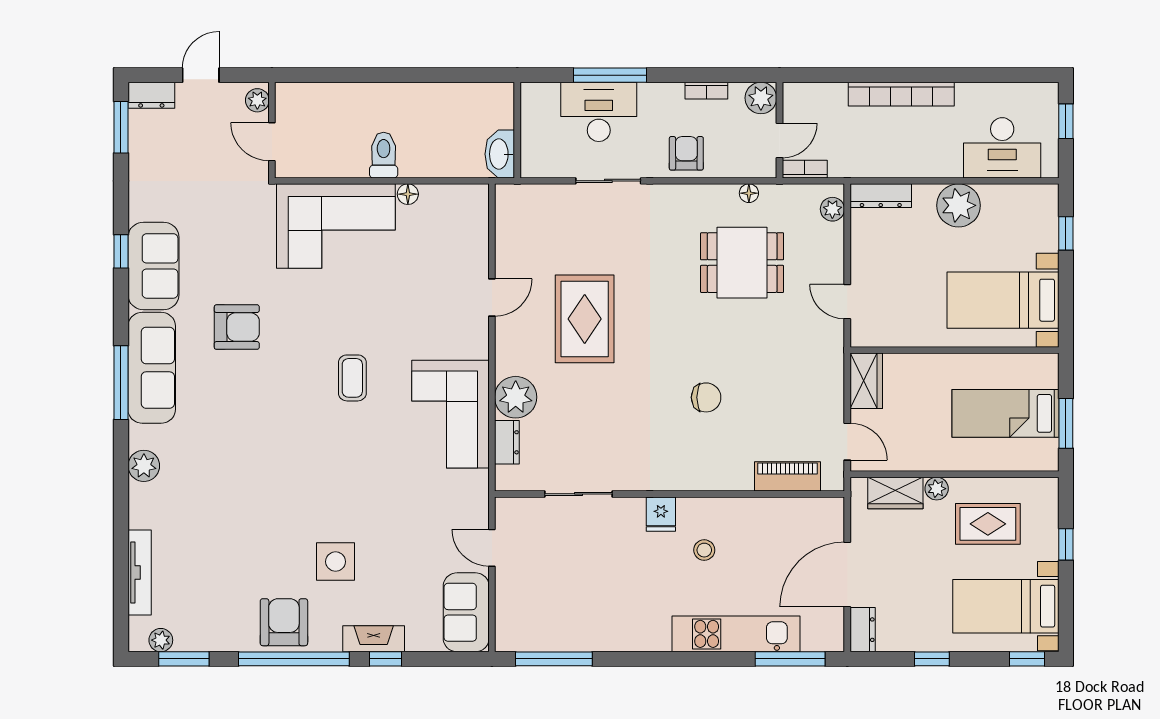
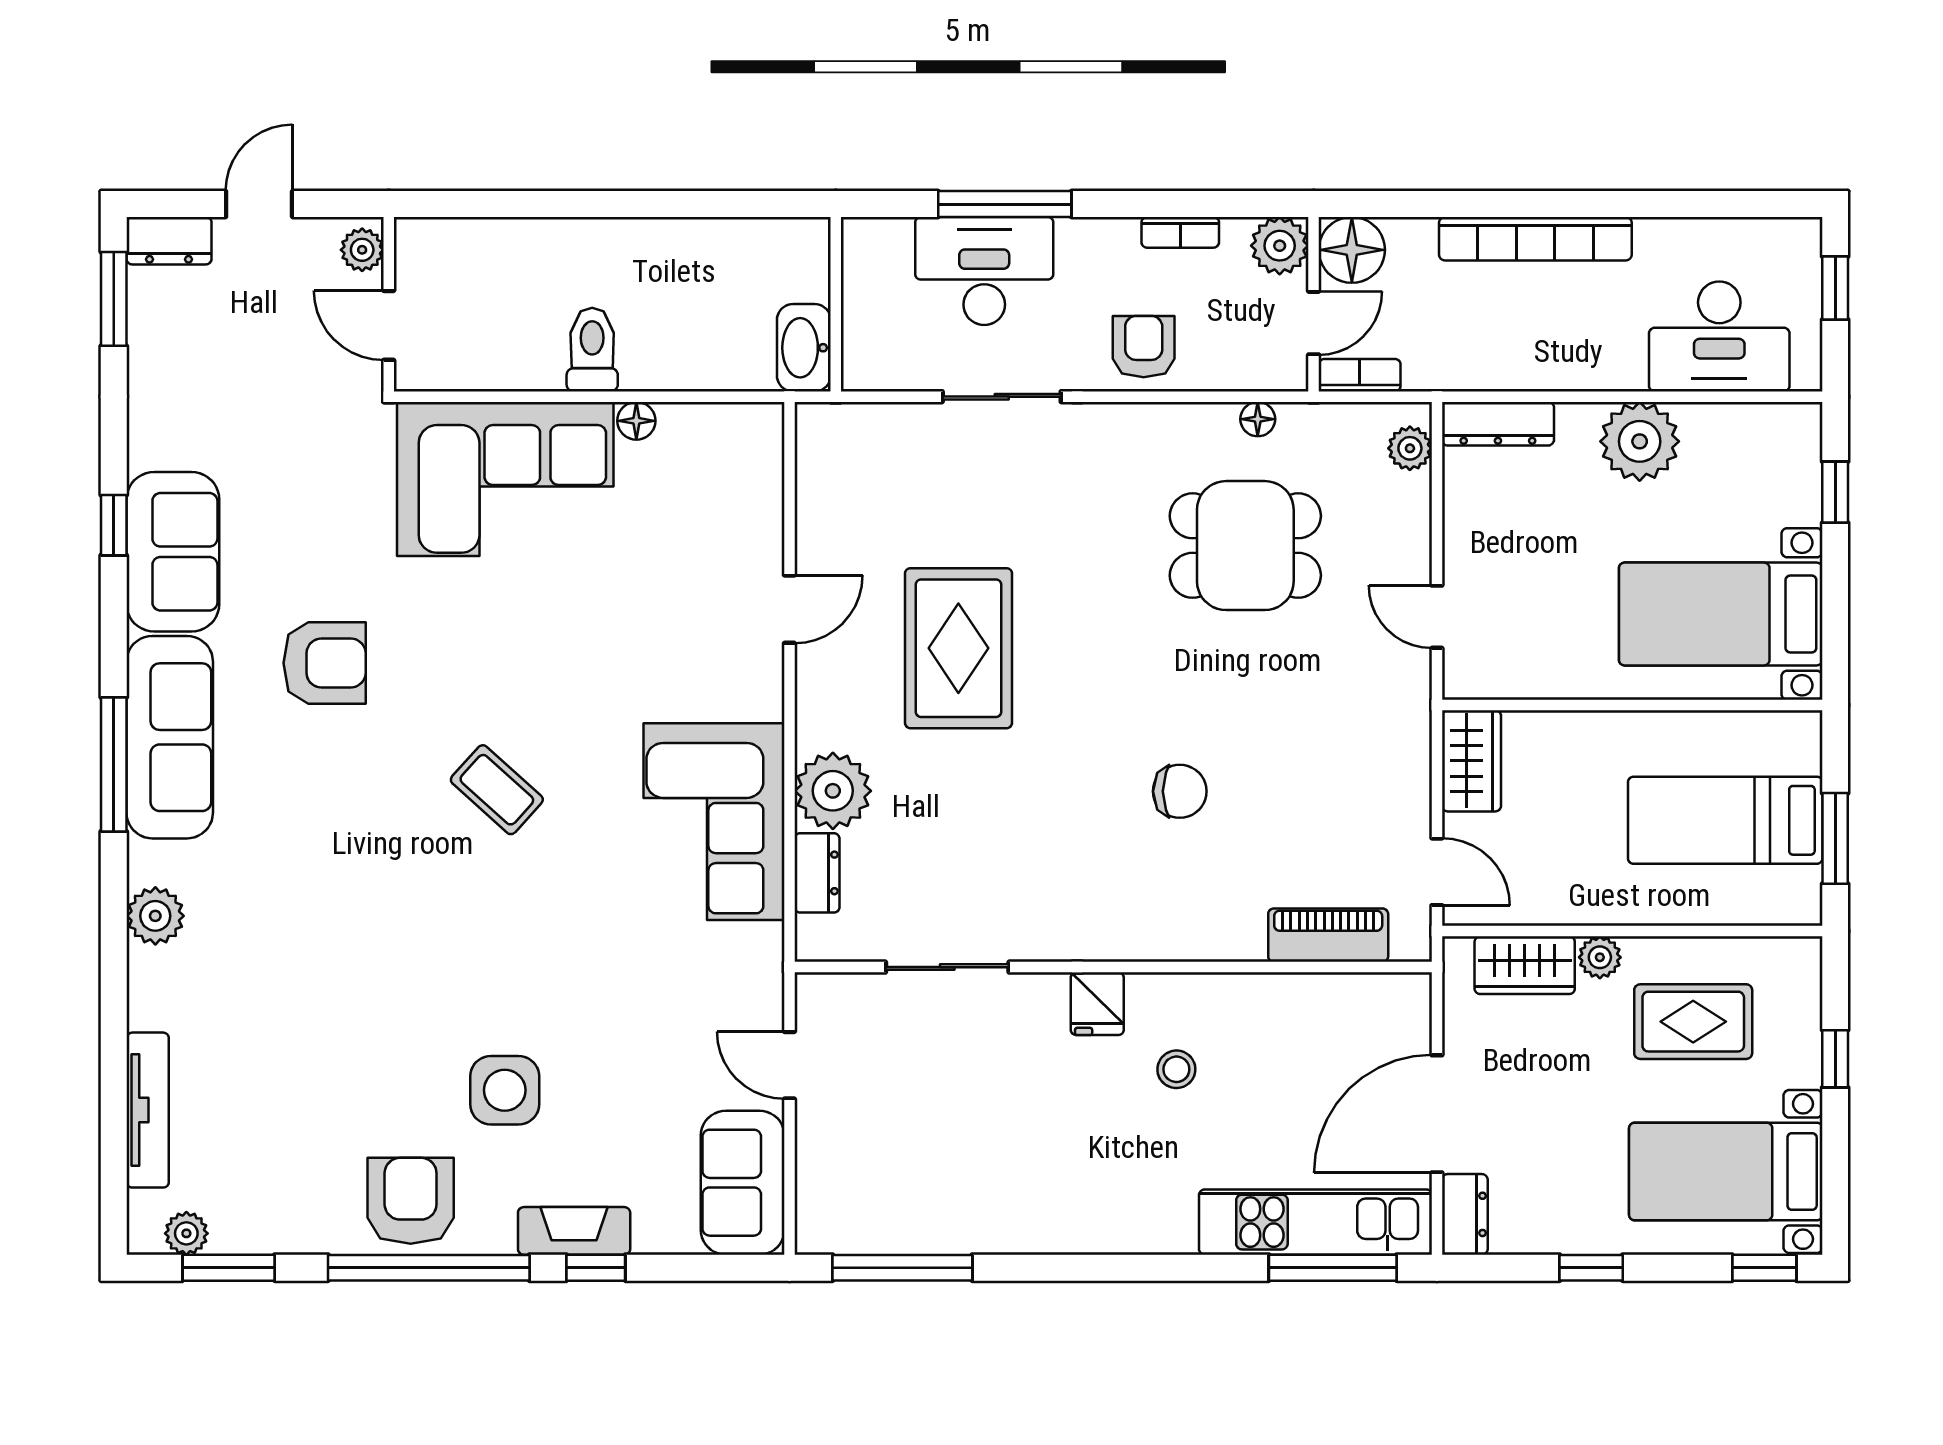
floor lamp: (801, 100) -> (1352, 250), added
coffee table: (352, 378) -> (497, 790), moved, turned -48
kitchen unit: (736, 634) -> (1315, 1222), moved

